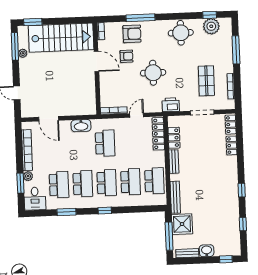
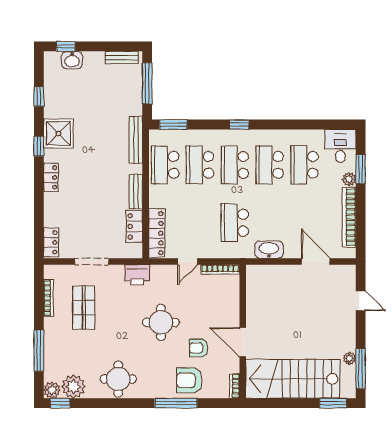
window: (210, 15) -> (60, 403), moved
plant: (226, 23) -> (52, 390), added
locker: (231, 145) -> (51, 177), moved
window: (67, 212) -> (173, 124), moved
shower: (182, 224) -> (58, 134), moved
washbasin: (207, 251) -> (72, 60), moved

